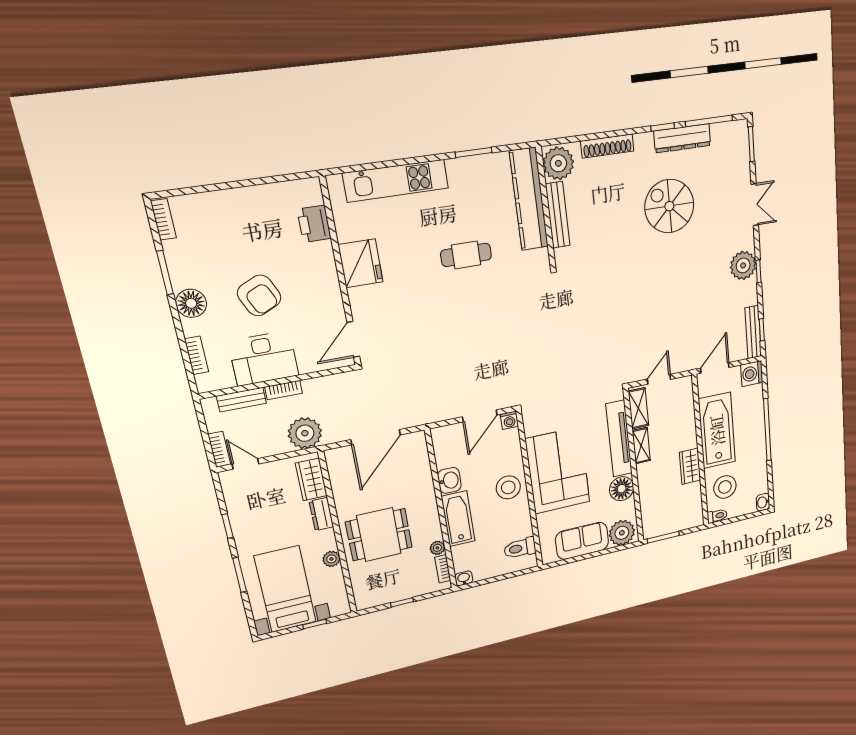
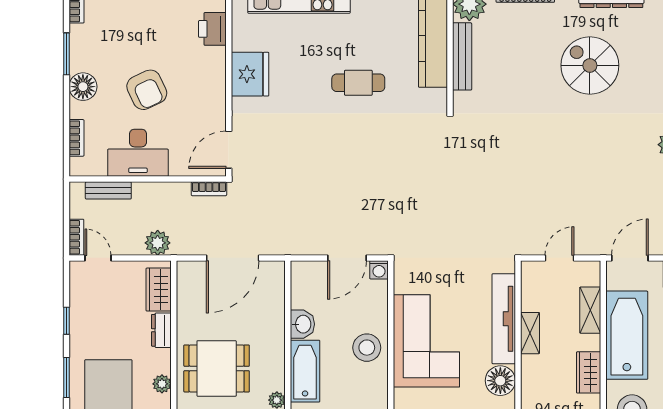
bookcase: (284, 390) -> (209, 189), moved
shelving: (638, 408) -> (590, 310), moved
plant: (305, 433) -> (158, 243), width x0.73, depth x0.73

